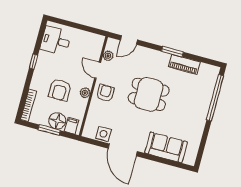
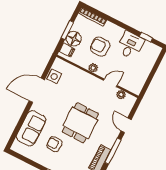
door: (129, 40) -> (126, 125), moved
desk: (56, 41) -> (130, 45), moved
window: (172, 52) -> (113, 151), width x1.44
window: (34, 62) -> (146, 37), moved
armchair: (105, 93) -> (54, 144), moved, turned 180

